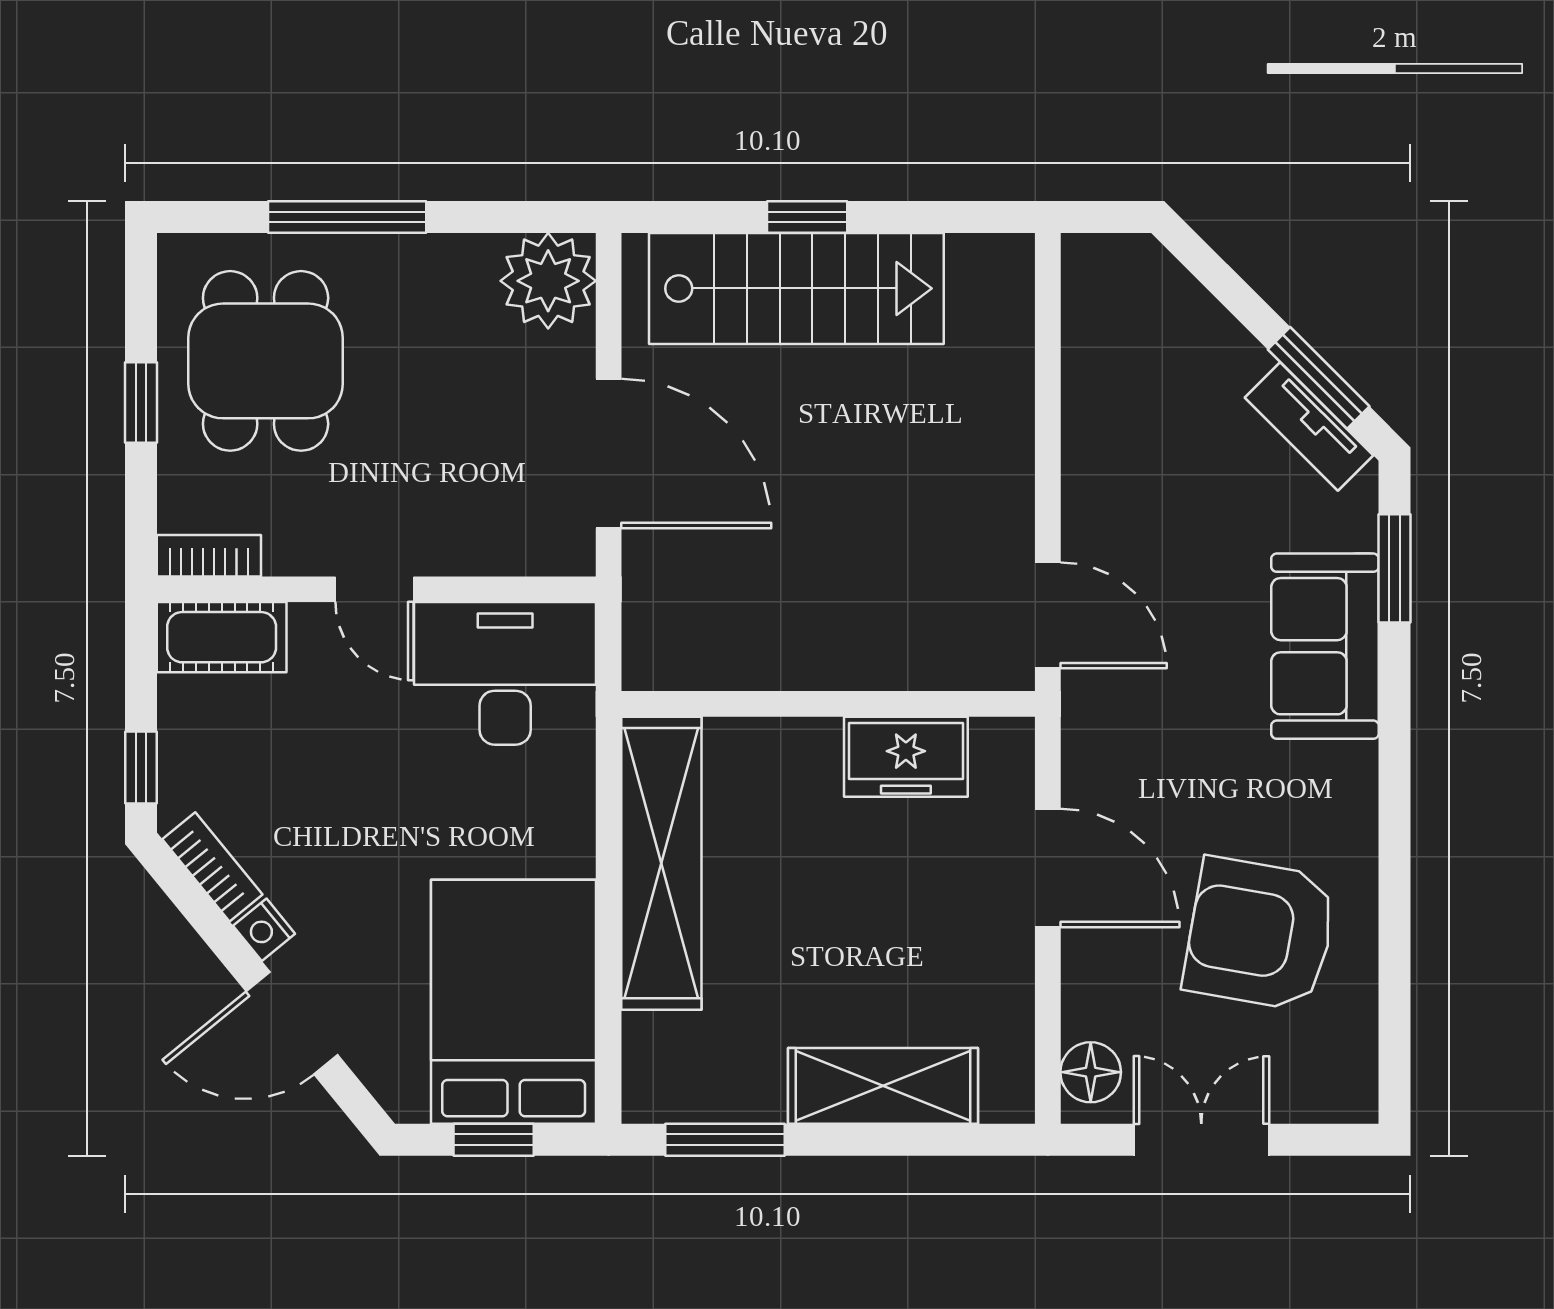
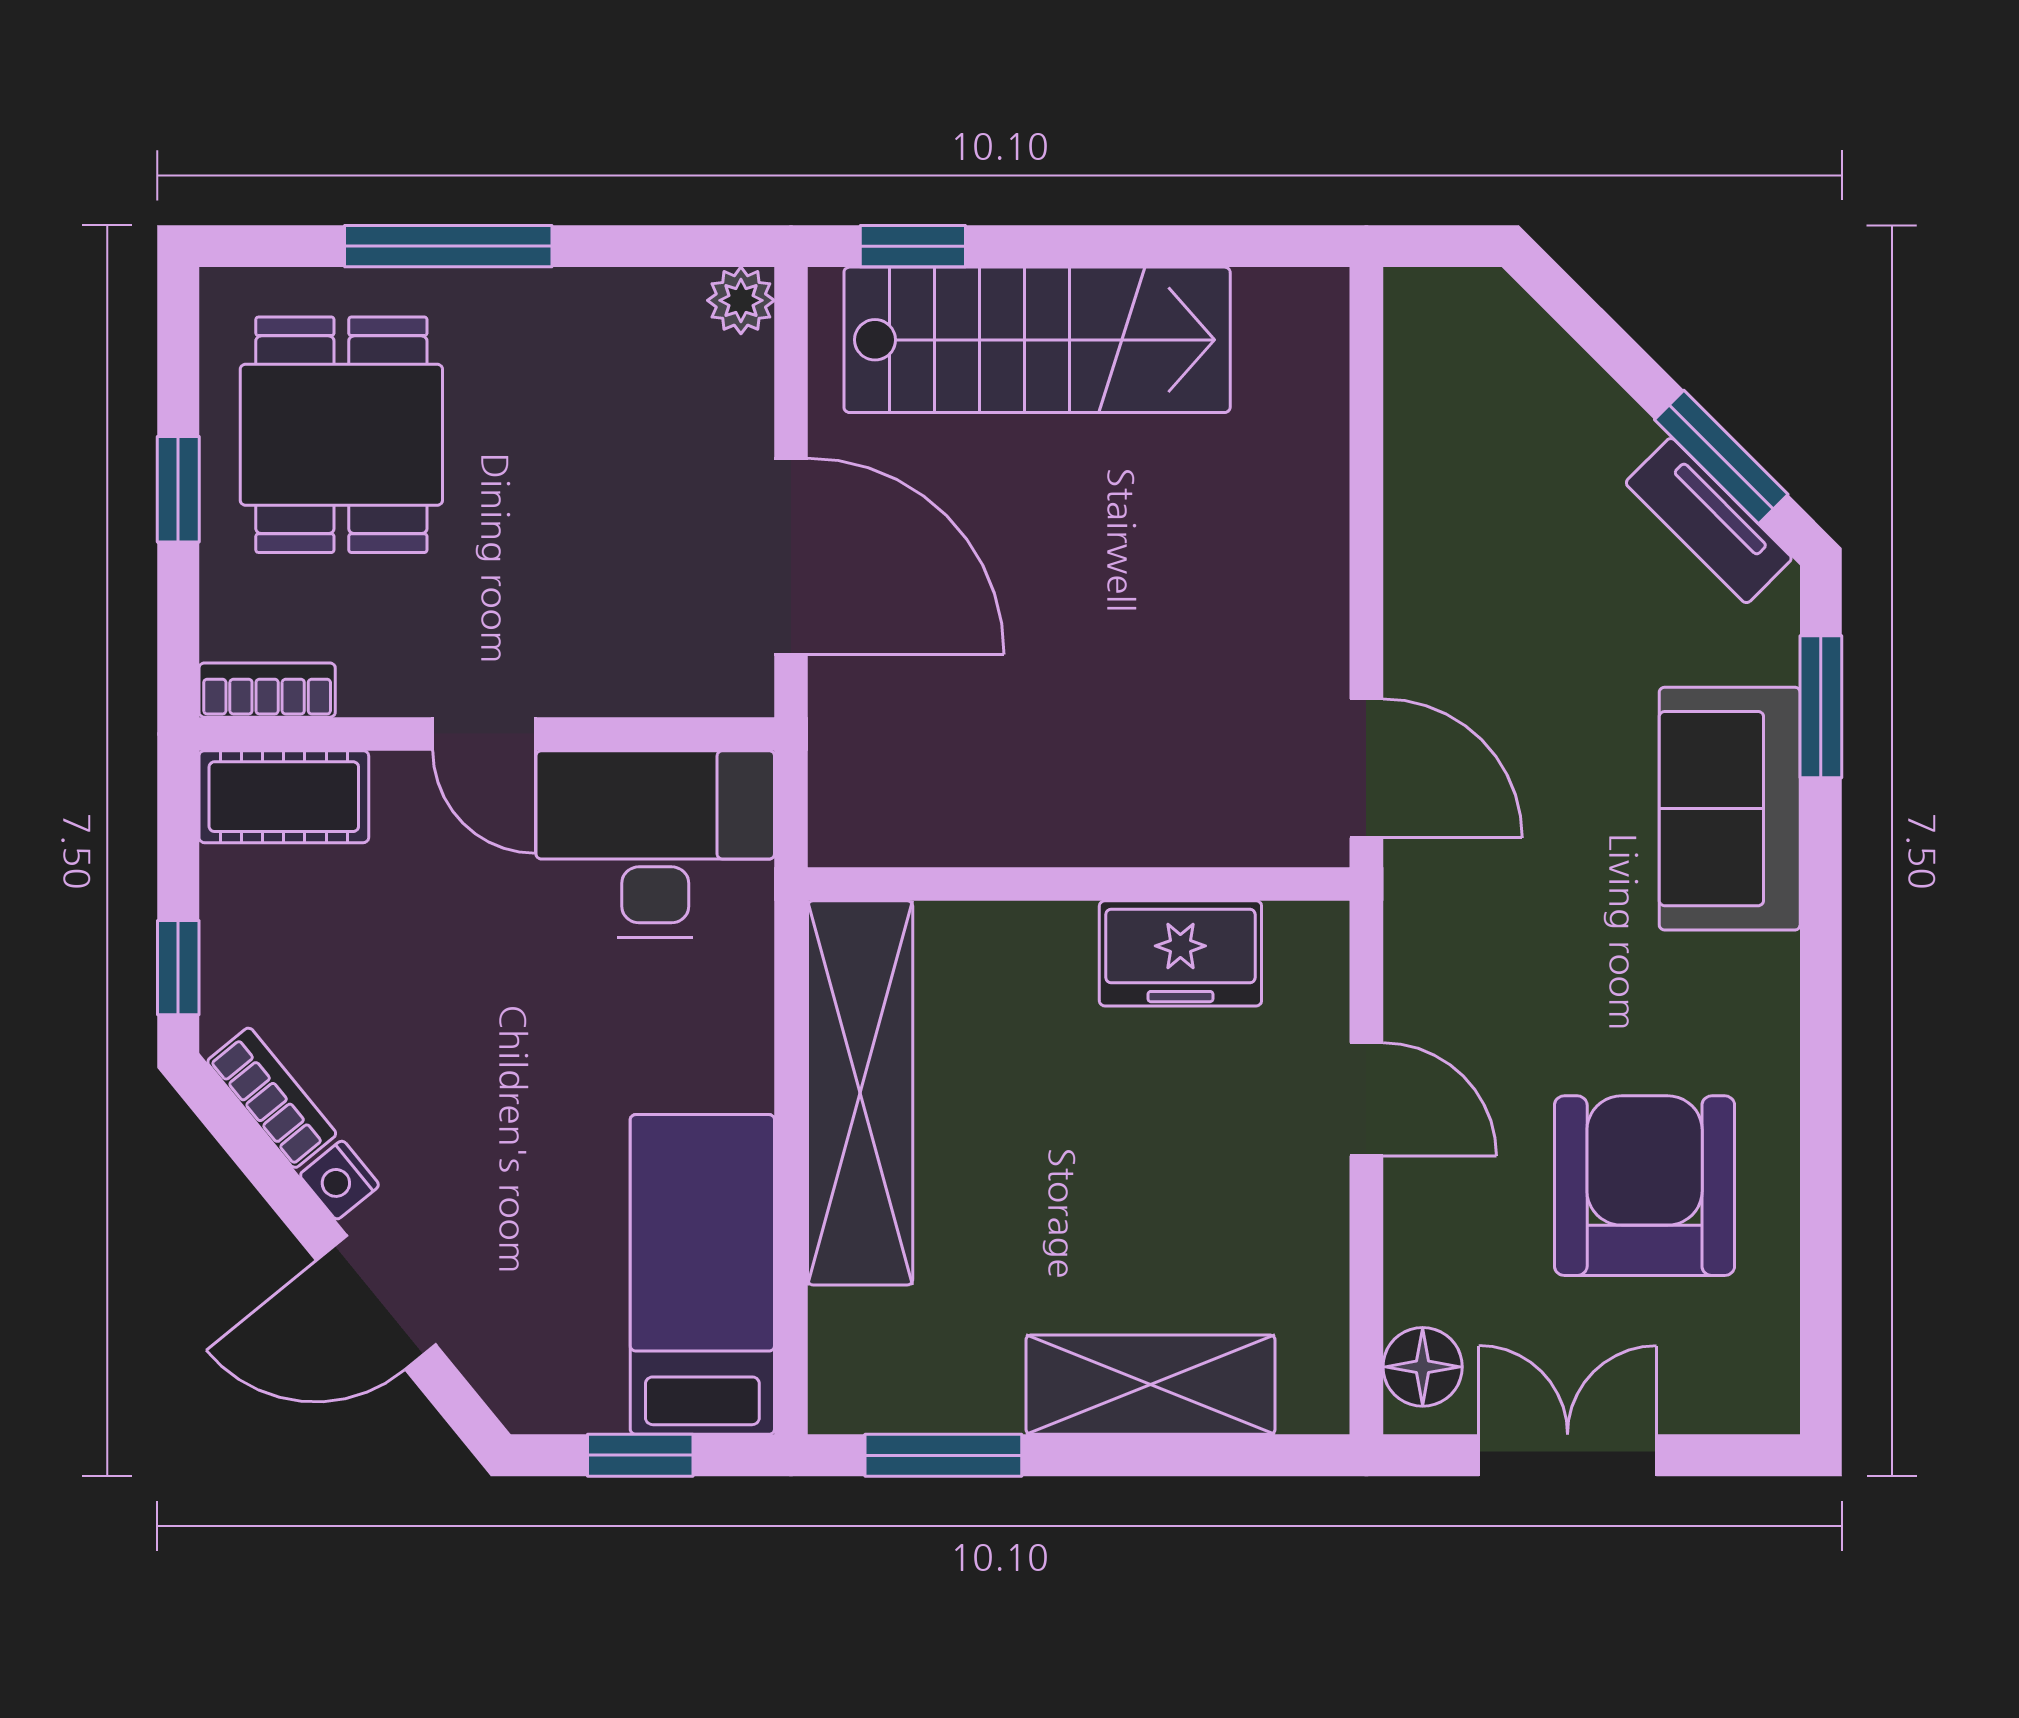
window: (807, 217) -> (913, 246), moved
plant: (548, 281) -> (741, 300), width x0.53, depth x0.53
door: (1048, 868) -> (1366, 1099), width x0.73
armchair: (1260, 934) -> (1645, 1186), turned 80
bed: (514, 1002) -> (702, 1274), width x0.67

